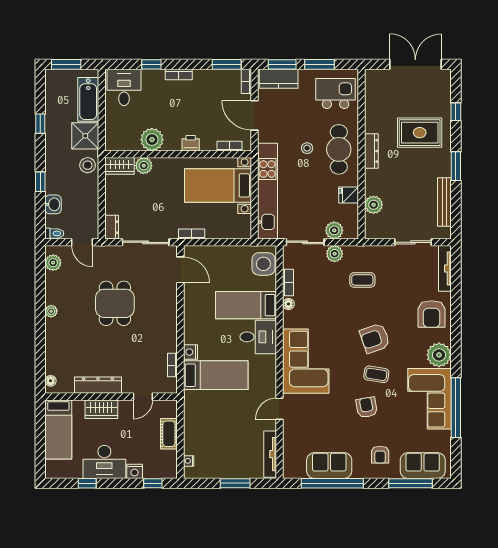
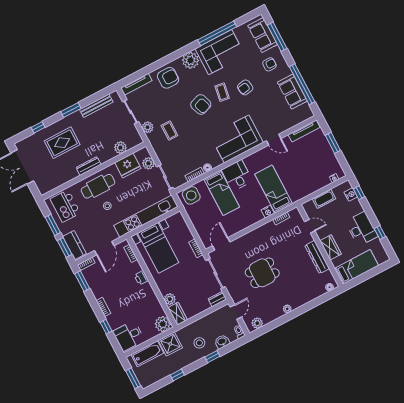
rug: (420, 133) -> (62, 143), turned 90
plant: (152, 140) -> (163, 324), moved
stool: (88, 165) -> (199, 343), moved
fridge: (349, 195) -> (128, 165), width x1.88, depth x1.34
plant: (335, 254) -> (148, 127), moved
nightstand: (135, 471) -> (351, 195), moved

